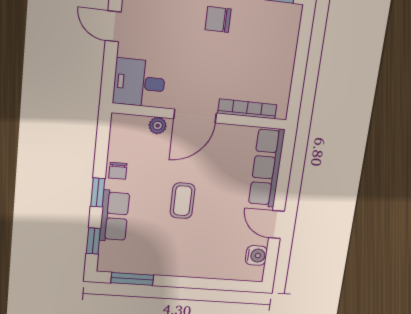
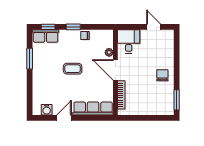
door: (113, 26) -> (154, 27), hinge flipped
row of seats: (114, 216) -> (46, 36), moved
window: (132, 279) -> (30, 59), moved

